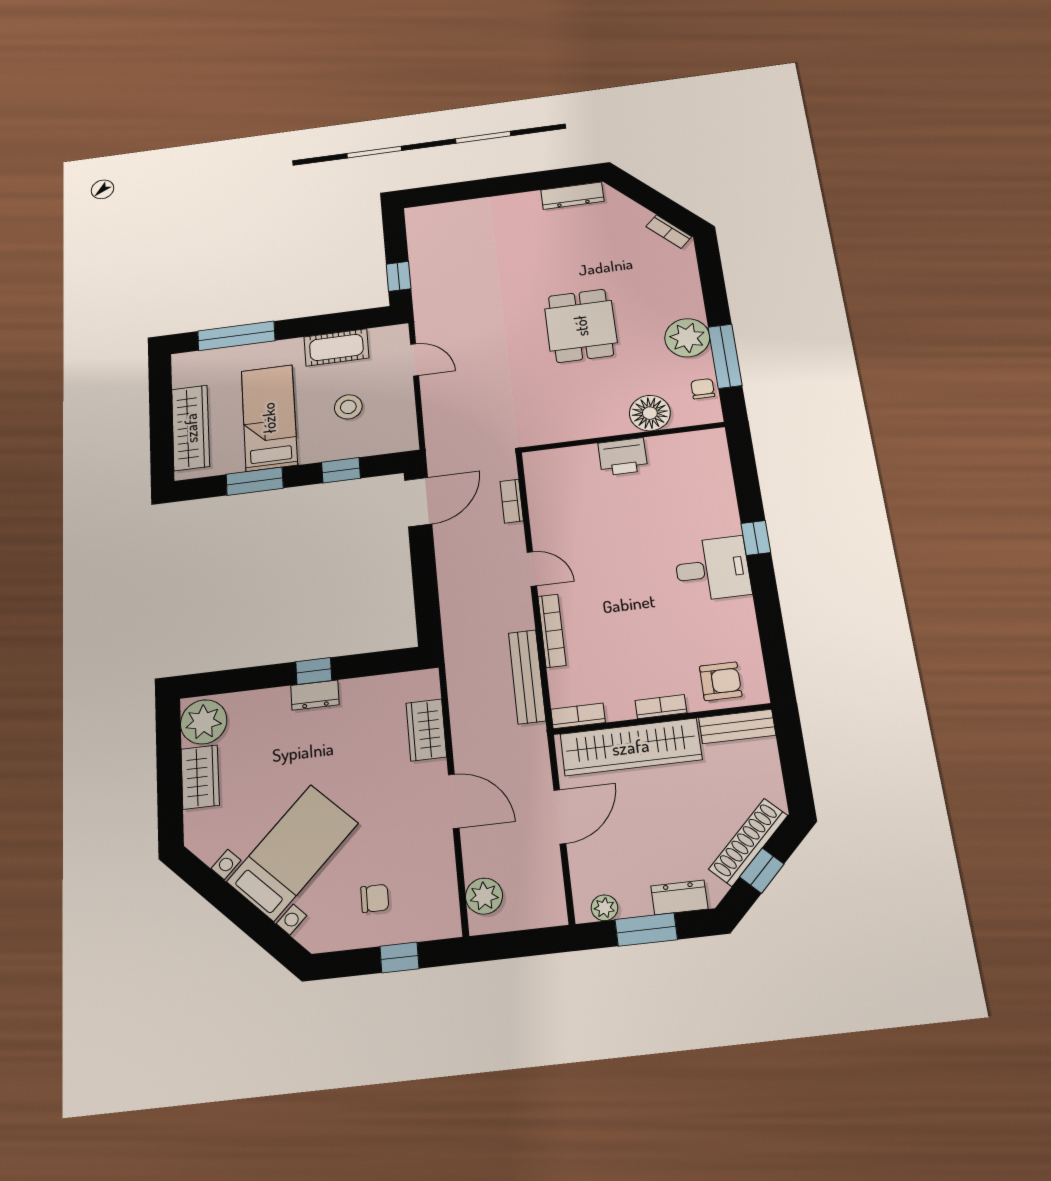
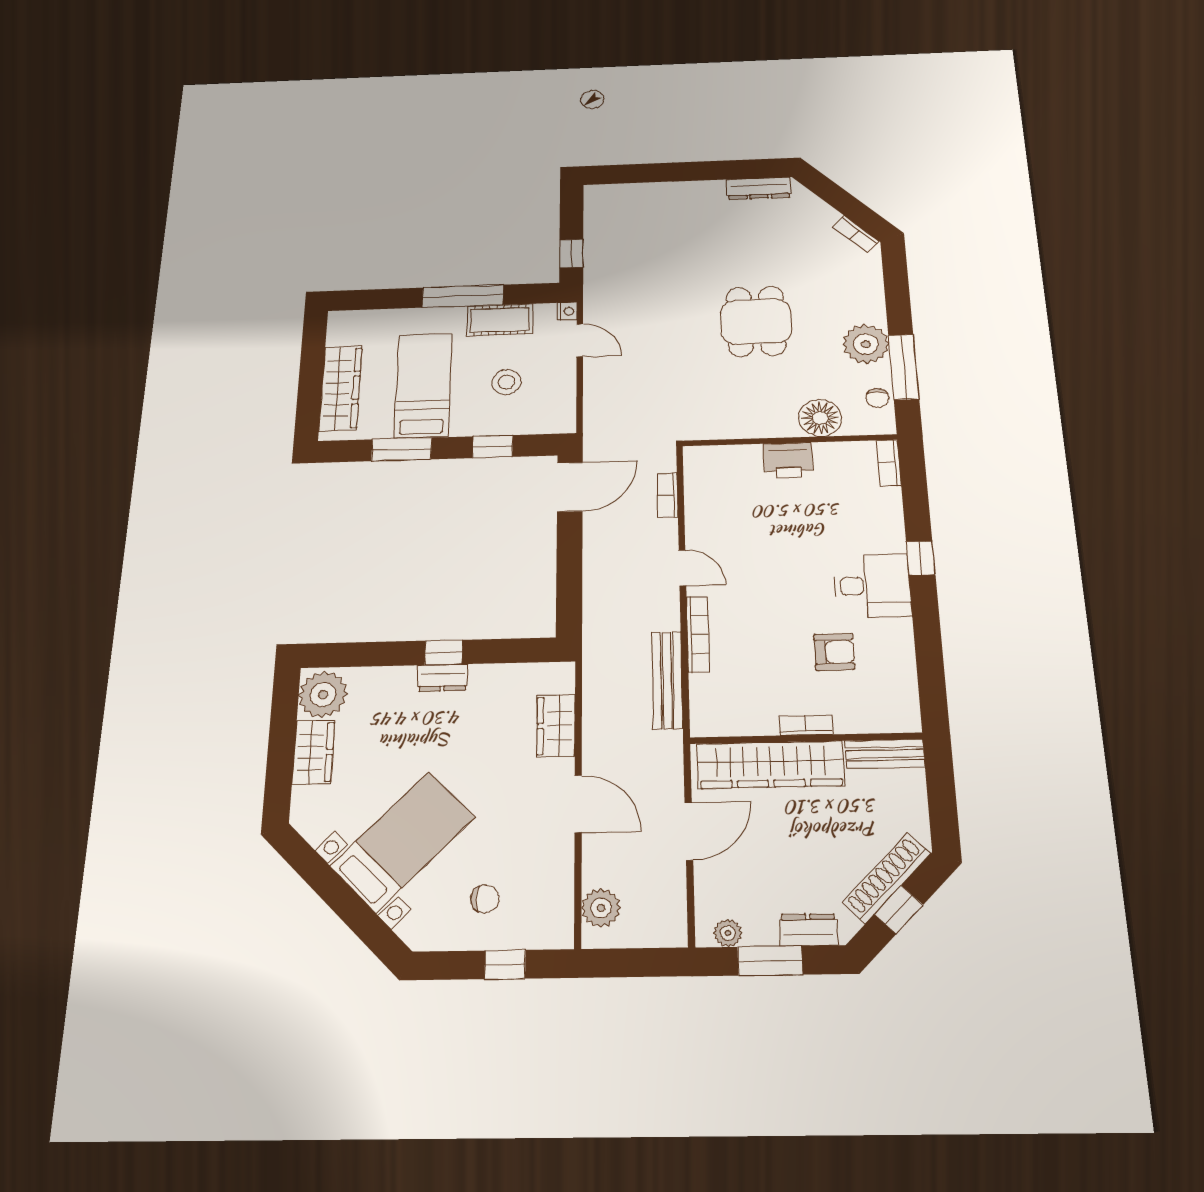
nightstand: (400, 333) -> (567, 311), added
window: (236, 336) -> (463, 296), moved
chair: (703, 389) -> (877, 398), turned 180
armchair: (721, 681) -> (834, 652), moved
bookcase: (578, 716) -> (889, 463), moved, turned -90

